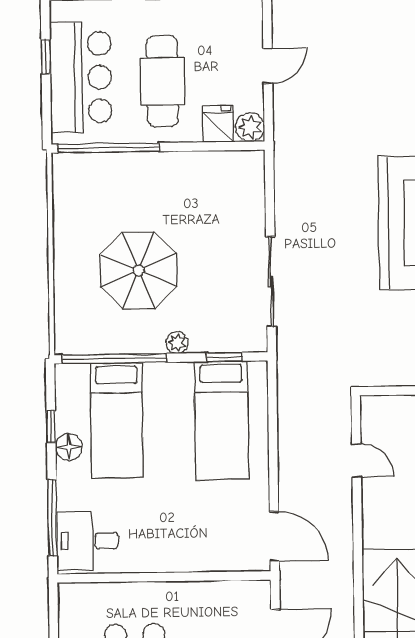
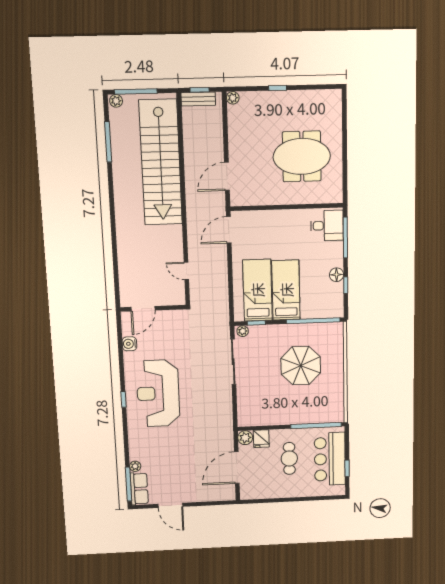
door: (268, 66) -> (237, 468), width x1.88
cafe table: (162, 81) -> (289, 458), width x0.73, depth x0.74
plant: (177, 343) -> (243, 331), moved
bed: (117, 420) -> (286, 290), moved
door: (274, 536) -> (229, 230), hinge flipped

